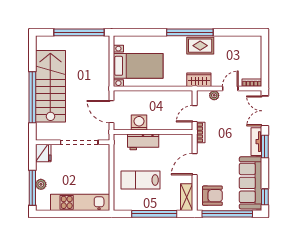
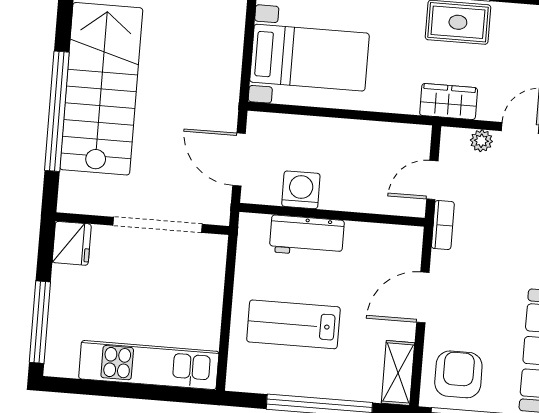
plant: (41, 184) -> (61, 316), removed
armchair: (212, 196) -> (458, 374), turned -90

